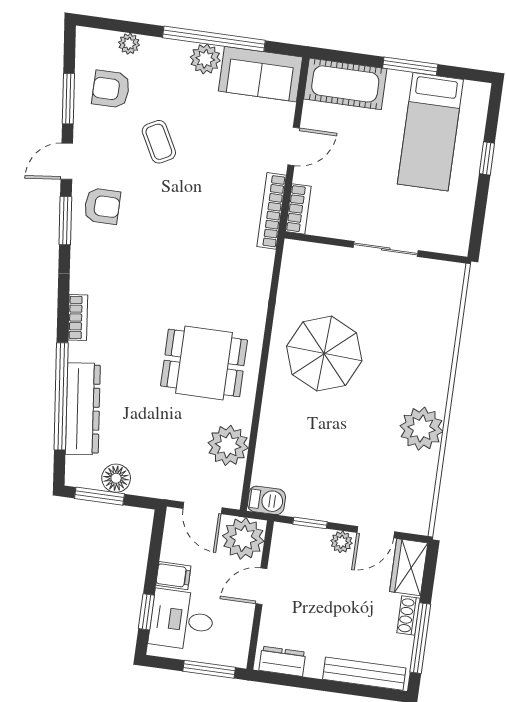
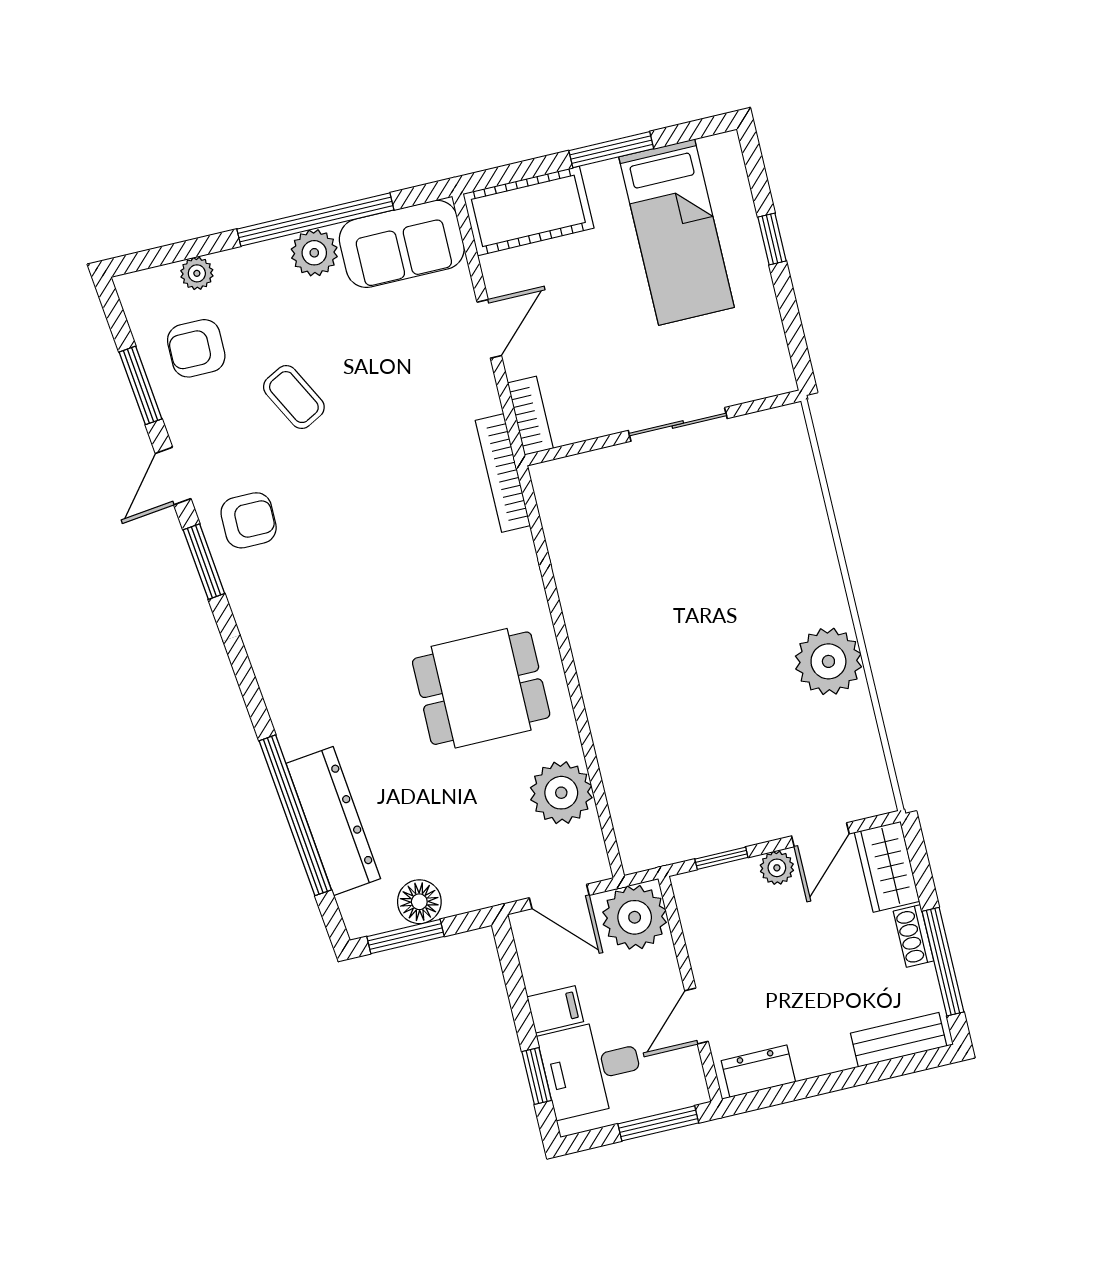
bookcase: (272, 211) -> (503, 473), moved
bookcase: (78, 318) -> (276, 693), removed
parasol: (324, 354) -> (648, 608), removed
barbecue: (266, 500) -> (647, 850), removed
door: (261, 586) -> (697, 1016), moved
bench: (364, 674) -> (899, 1040), width x0.73

